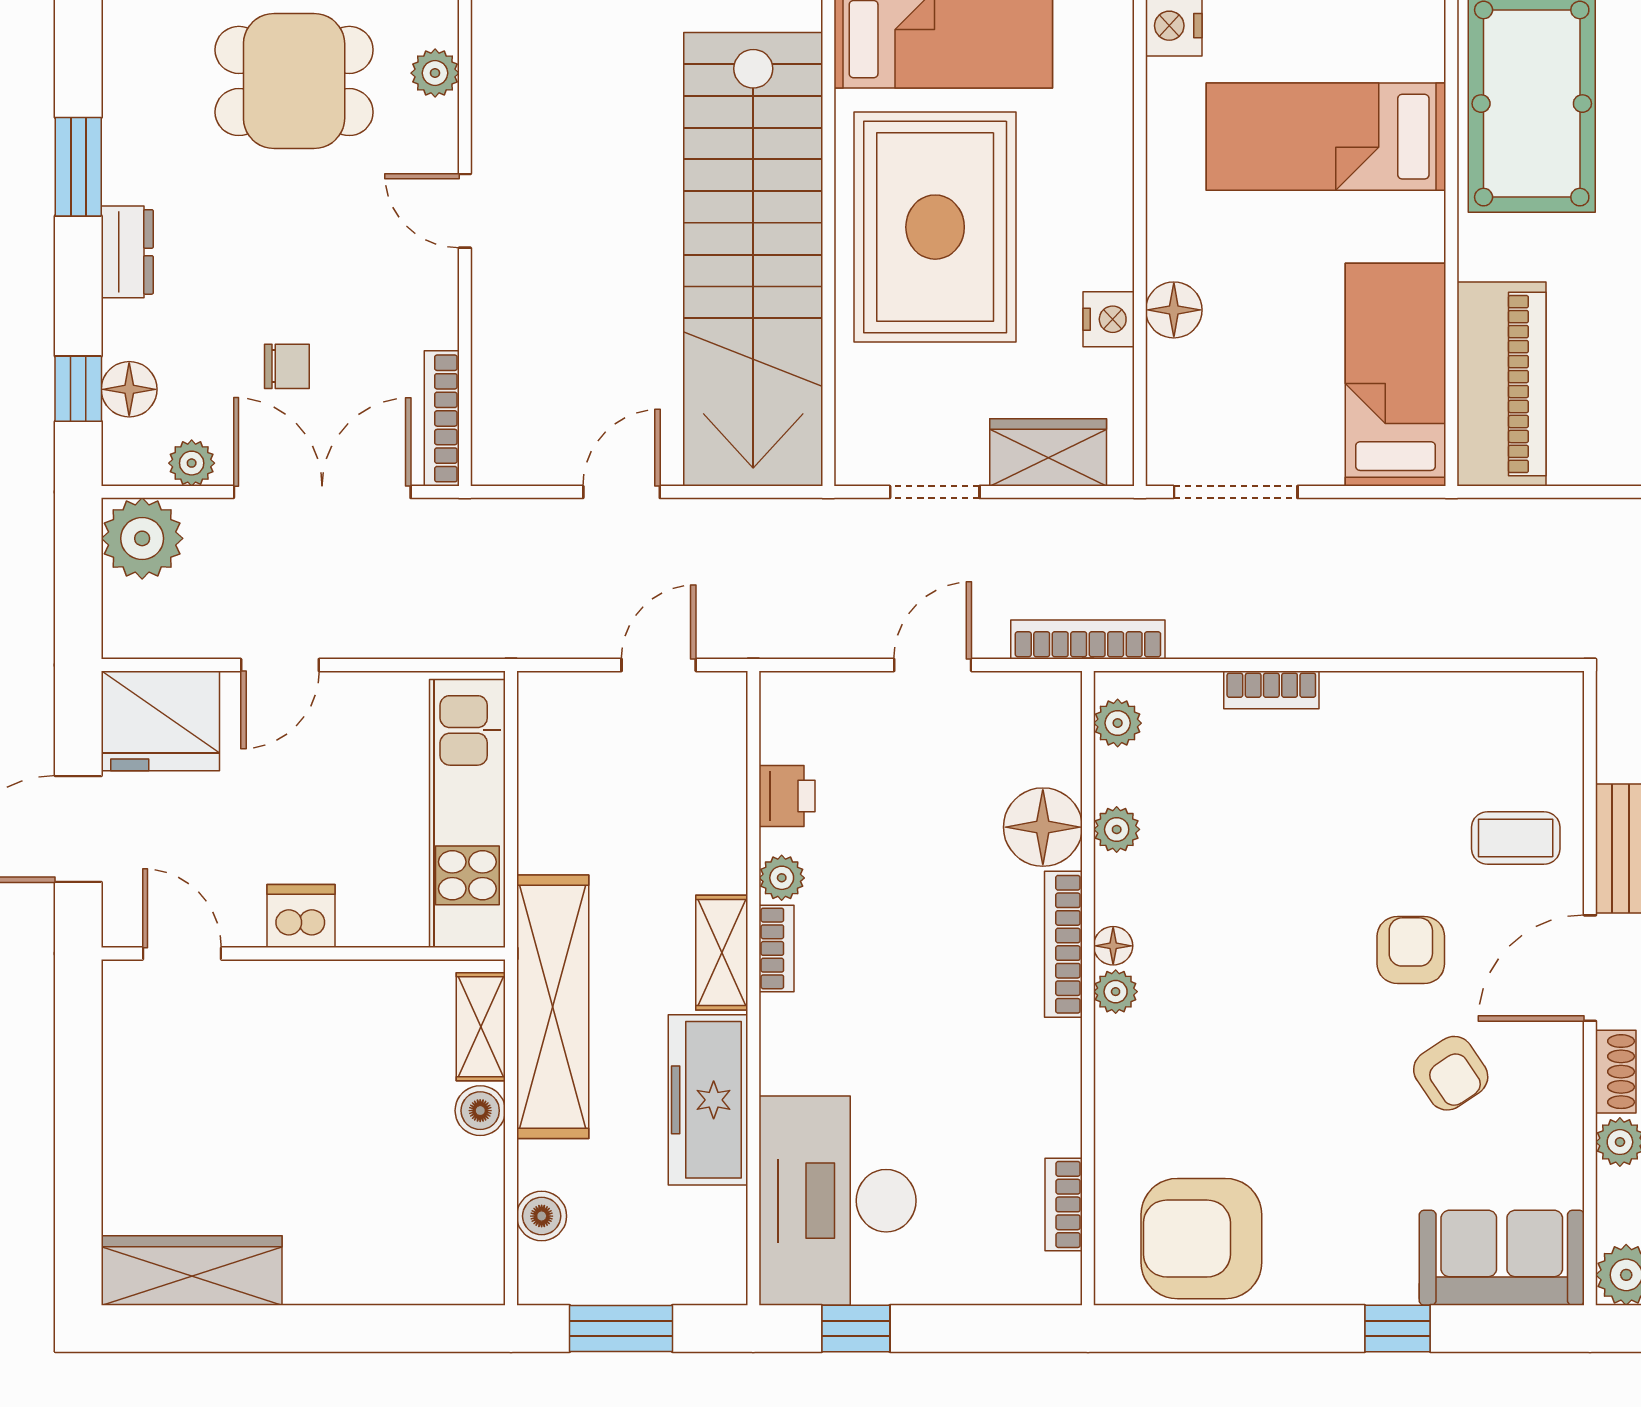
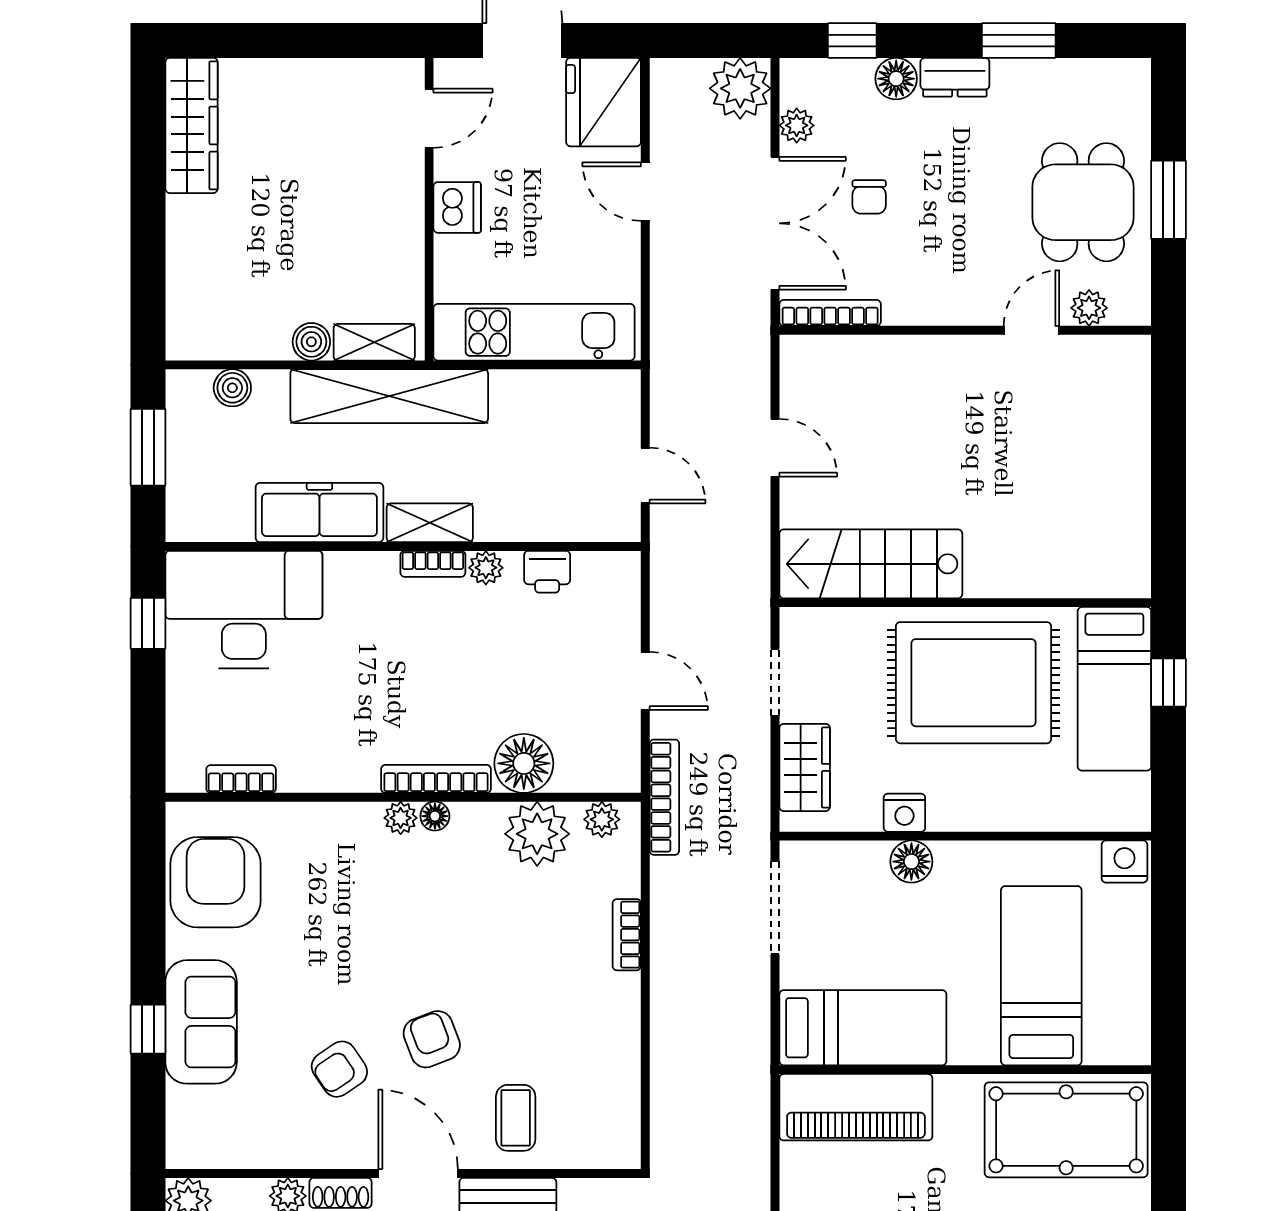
door: (465, 211) -> (1031, 330), moved
stairs: (753, 259) -> (871, 564), width x0.54, depth x0.66
floor lamp: (129, 389) -> (896, 79), moved
plant: (1117, 829) -> (537, 834), width x1.88, depth x1.88
armchair: (1411, 950) -> (432, 1039), turned -111
sofa: (1502, 1258) -> (201, 1022), moved

